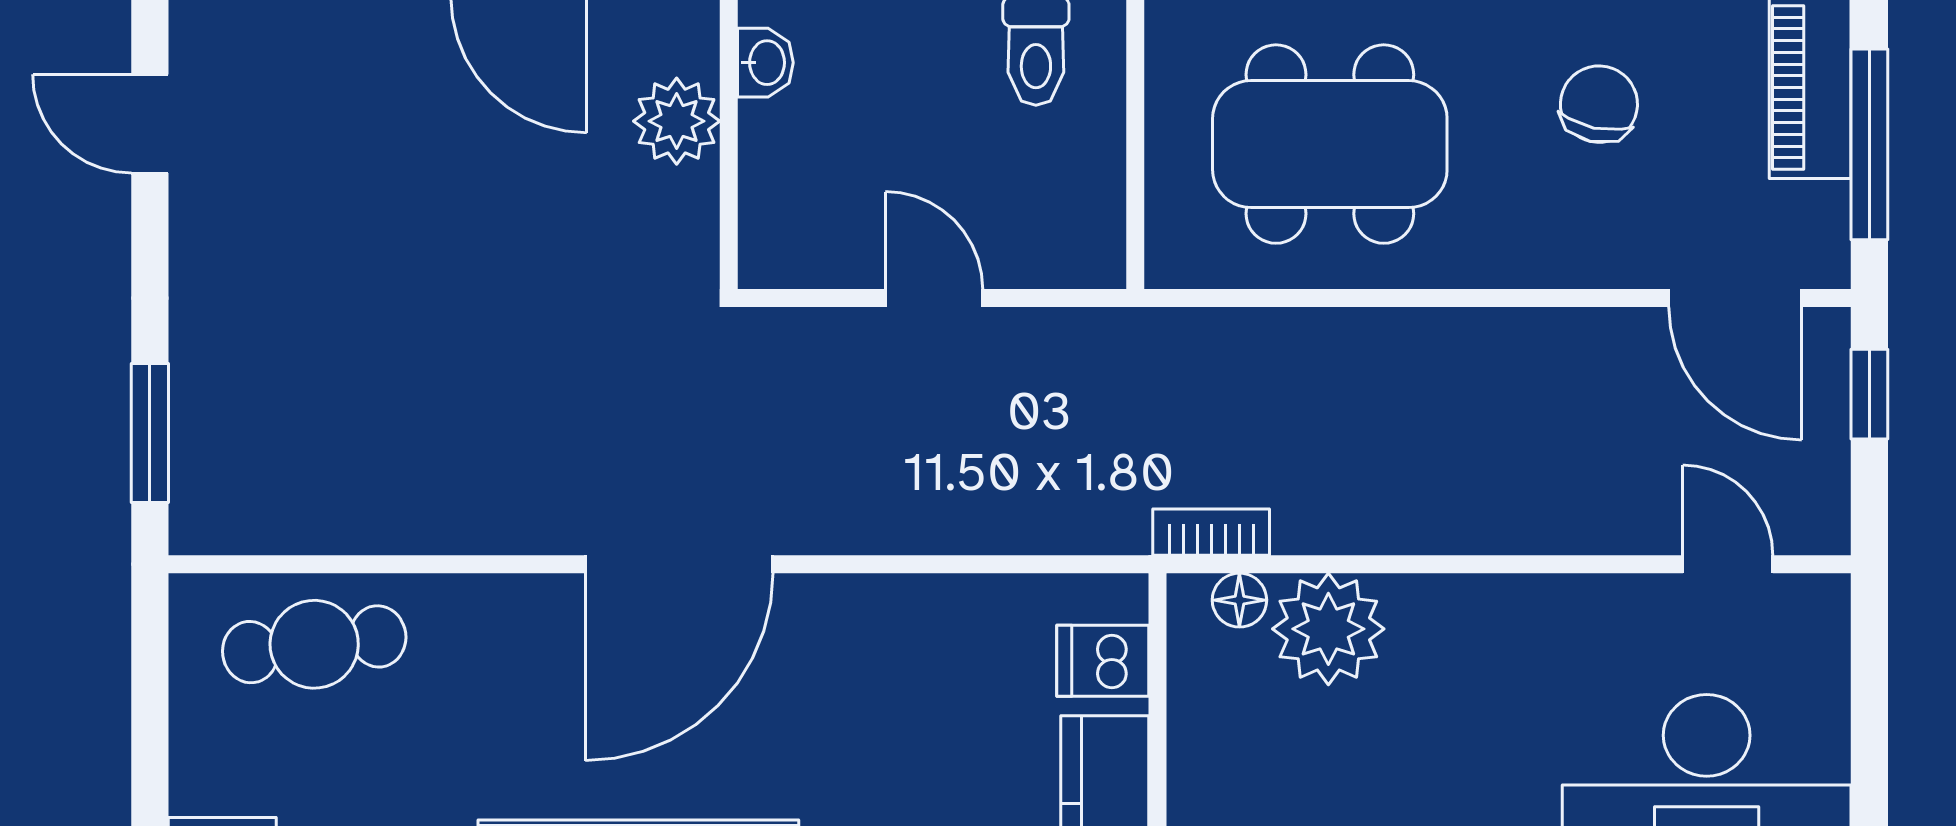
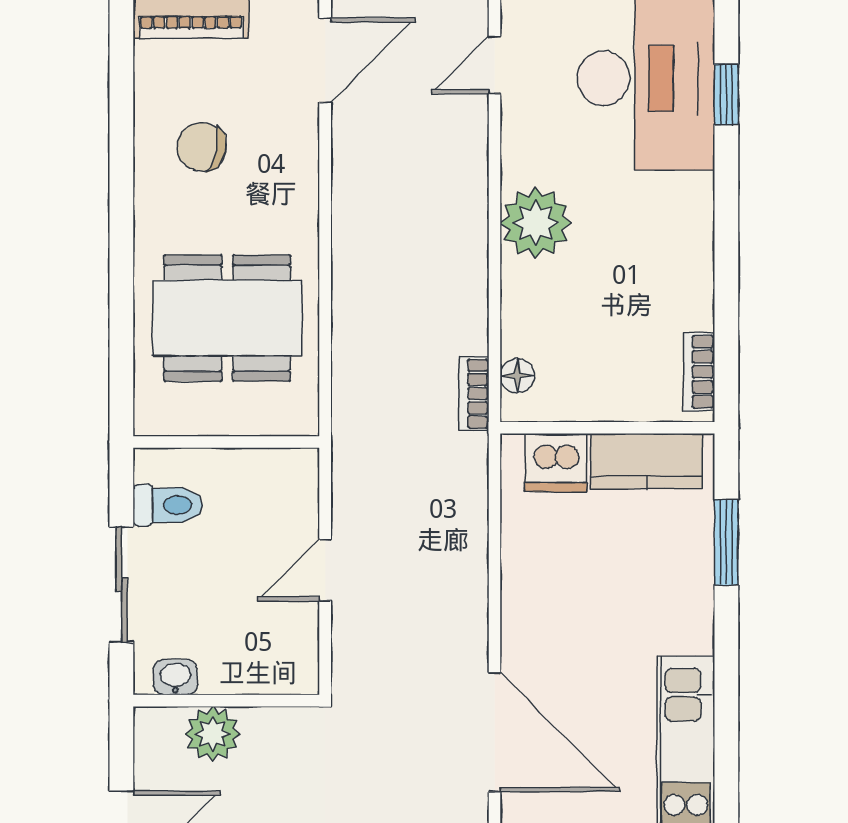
dining table: (1330, 144) -> (227, 318), turned 90
plant: (1328, 629) -> (536, 223), moved
dishwasher: (1103, 661) -> (556, 463), width x1.38

